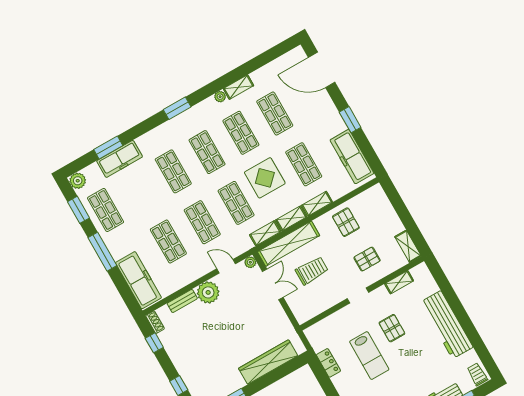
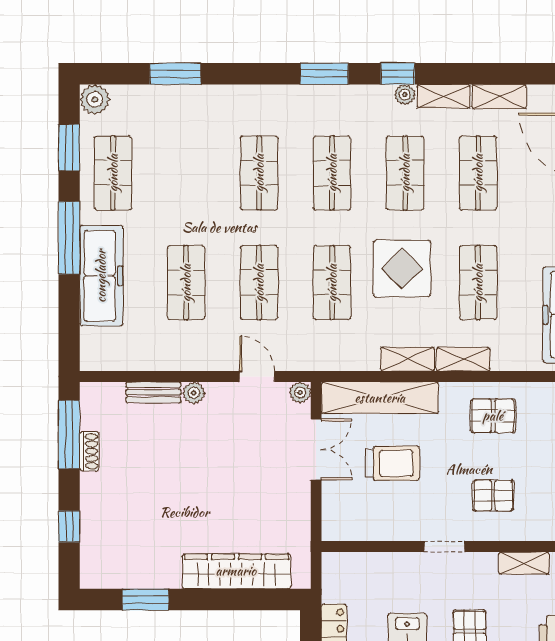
window: (211, 89) -> (398, 74), added
freezer: (120, 159) -> (183, 103), removed
pallet: (346, 222) -> (493, 416), turned 90
shelving: (265, 233) -> (499, 97), moved
freezer: (138, 280) -> (101, 276), moved
plant: (208, 292) -> (194, 393), width x0.53, depth x0.53
shoe rack: (155, 322) -> (89, 451), moved
window: (154, 343) -> (69, 435), width x2.17

